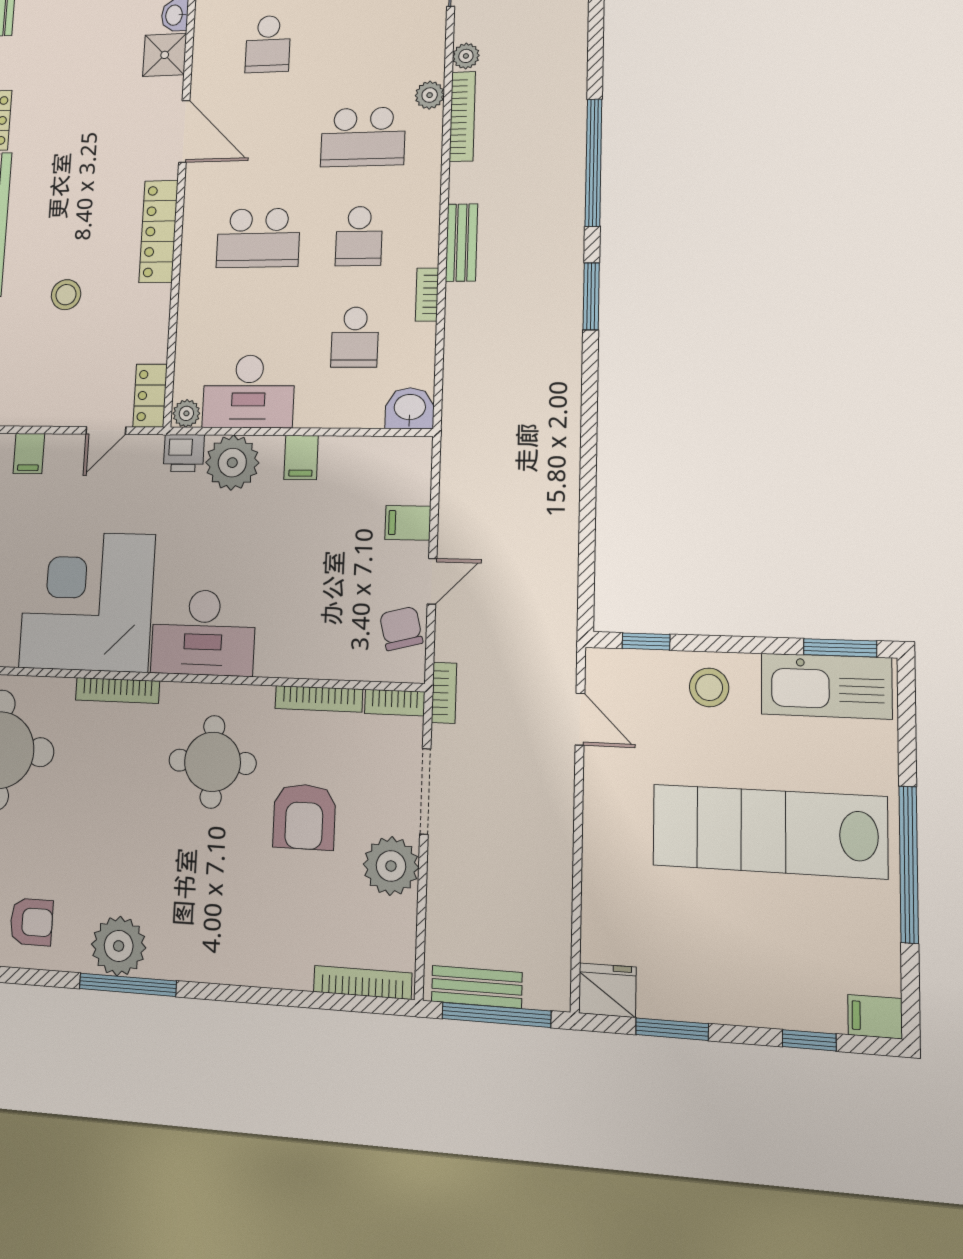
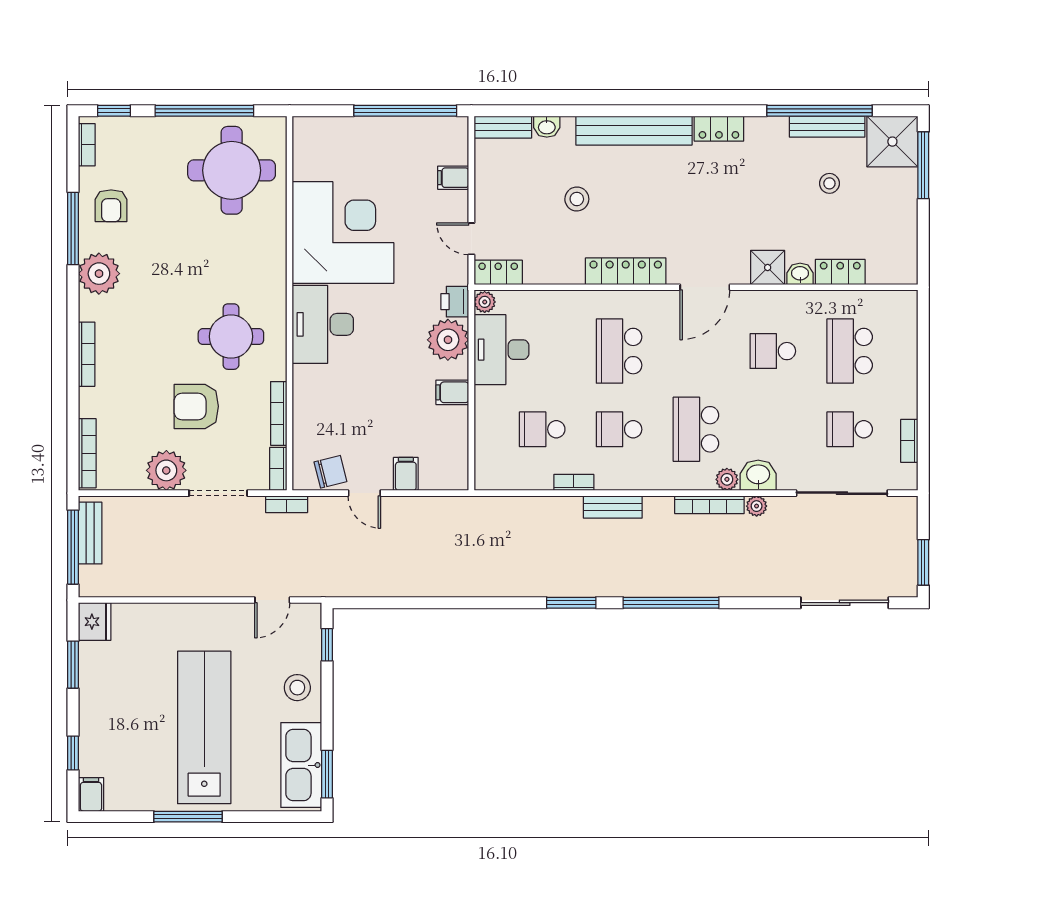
washbasin: (410, 408) -> (758, 475), moved, turned -90
bookcase: (118, 690) -> (87, 354), moved, turned 180
window: (909, 864) -> (188, 817), width x0.68
window: (128, 985) -> (73, 229), moved

